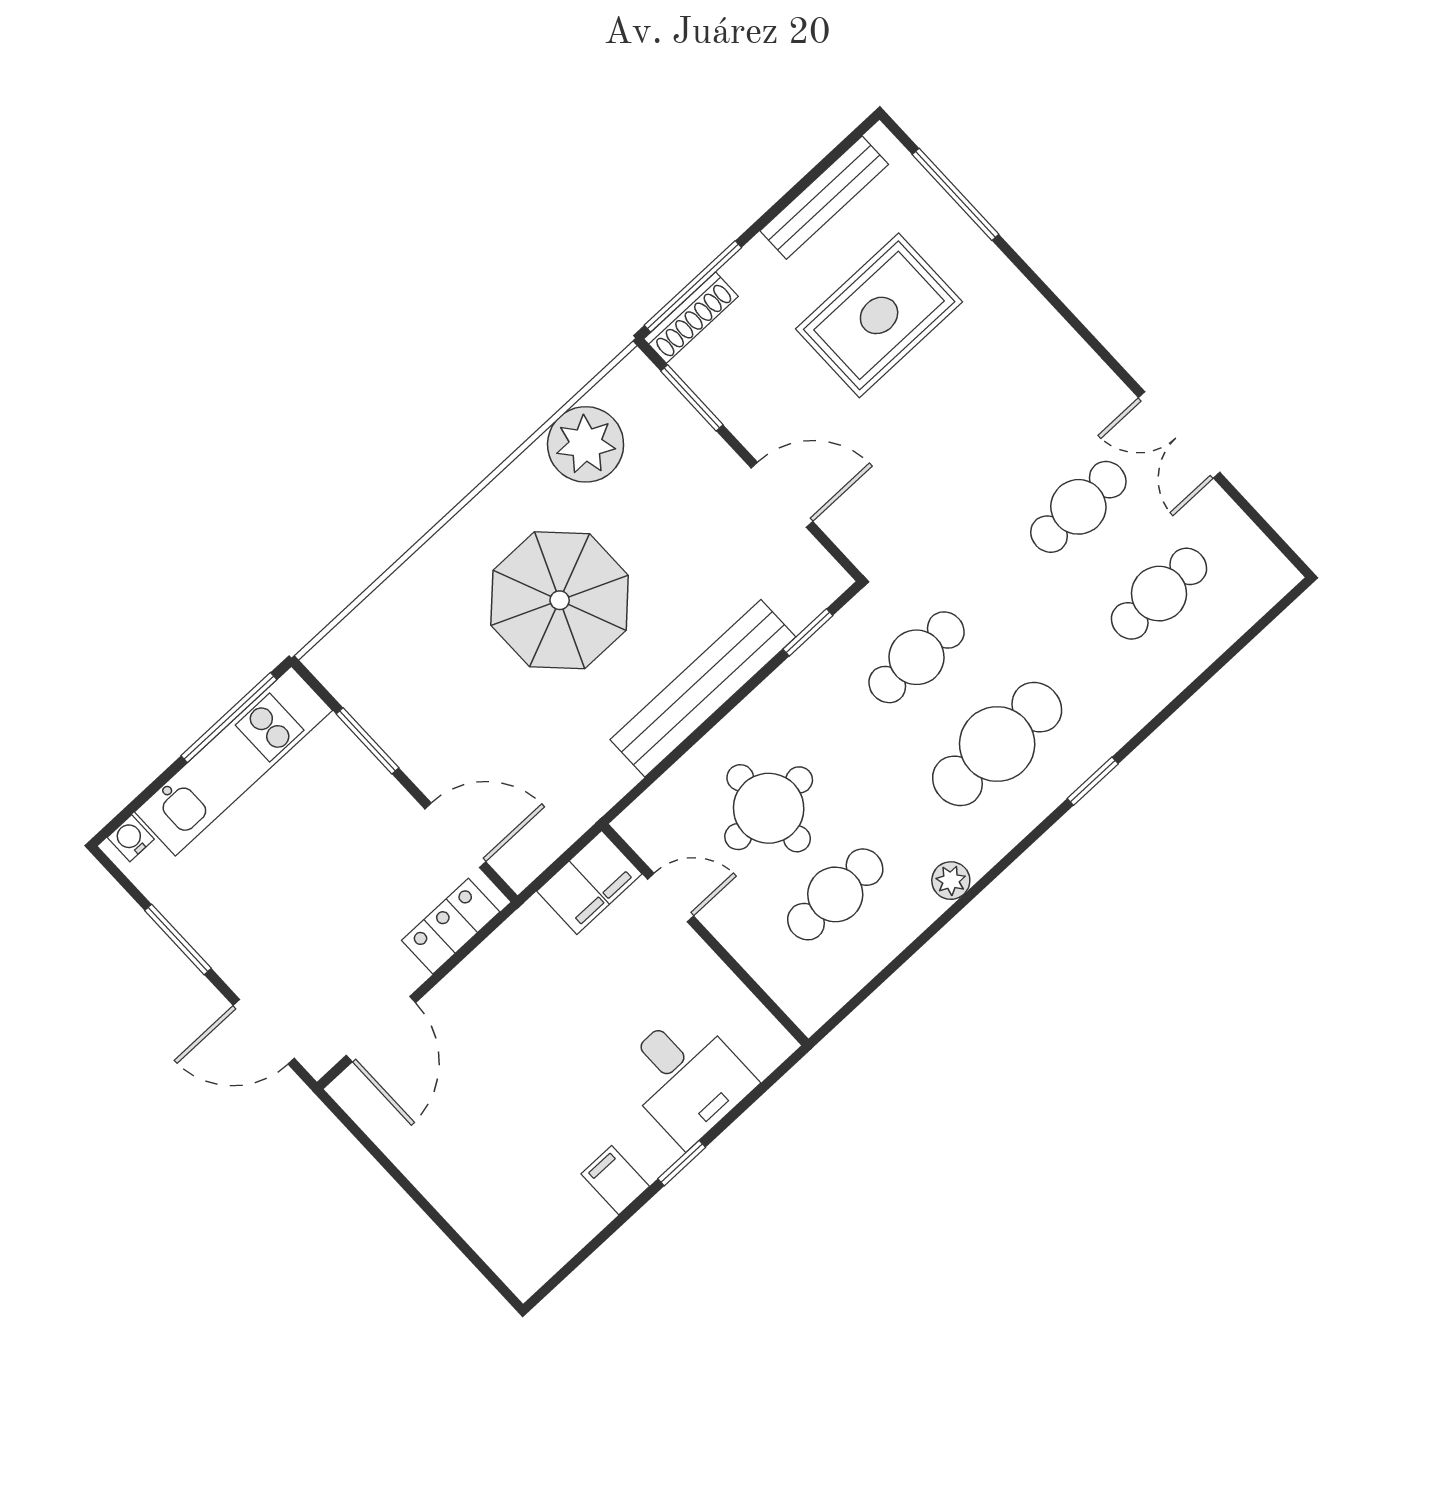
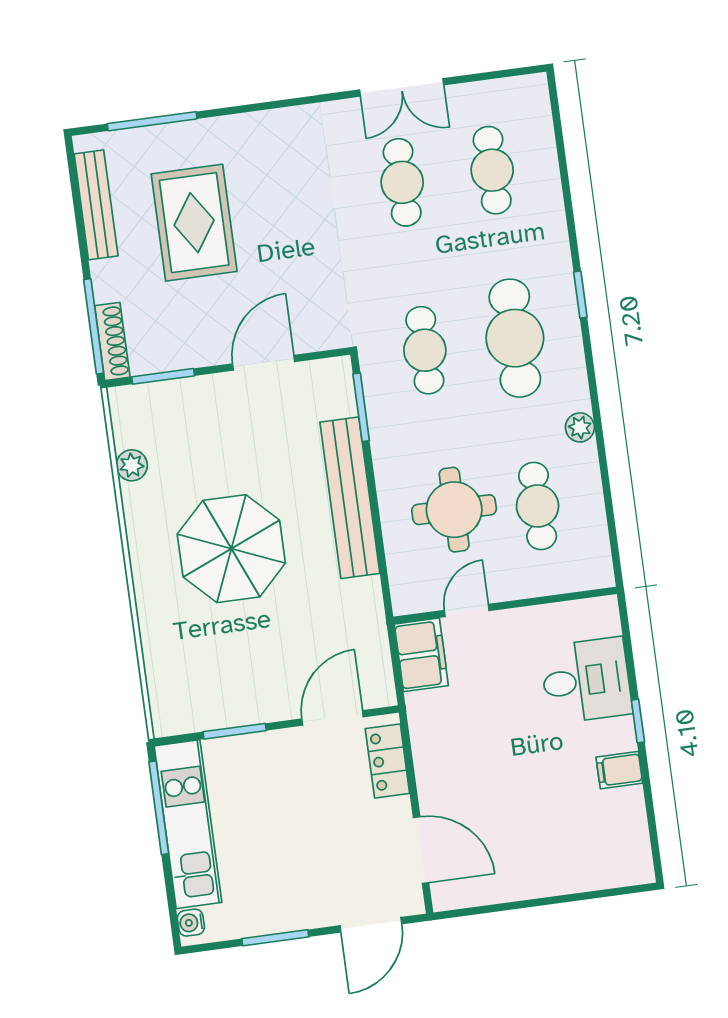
plant: (586, 444) -> (132, 465), width x0.53, depth x0.53
window: (808, 632) -> (361, 407), width x1.50

